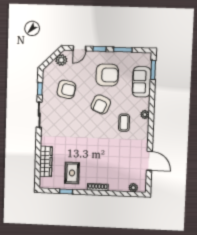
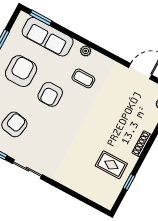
sofa: (142, 82) -> (48, 37), width x1.36
armchair: (101, 104) -> (50, 94), turned 67
wardrobe: (46, 161) -> (84, 188), removed

